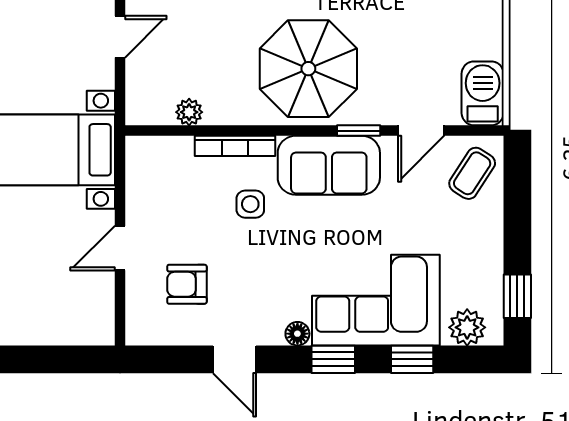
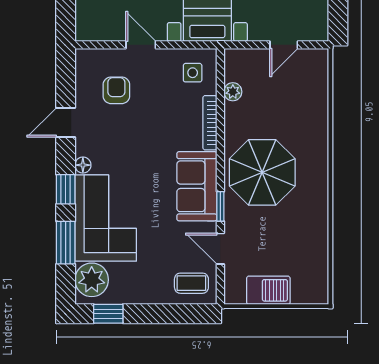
door: (120, 37) -> (284, 45), hinge flipped
barbecue: (483, 93) -> (268, 290), moved
coffee table: (472, 173) -> (191, 283), turned -33
side table: (250, 204) -> (193, 73), moved
plant: (467, 327) -> (92, 280), width x1.36, depth x1.36
window: (412, 359) -> (66, 243), width x1.50

